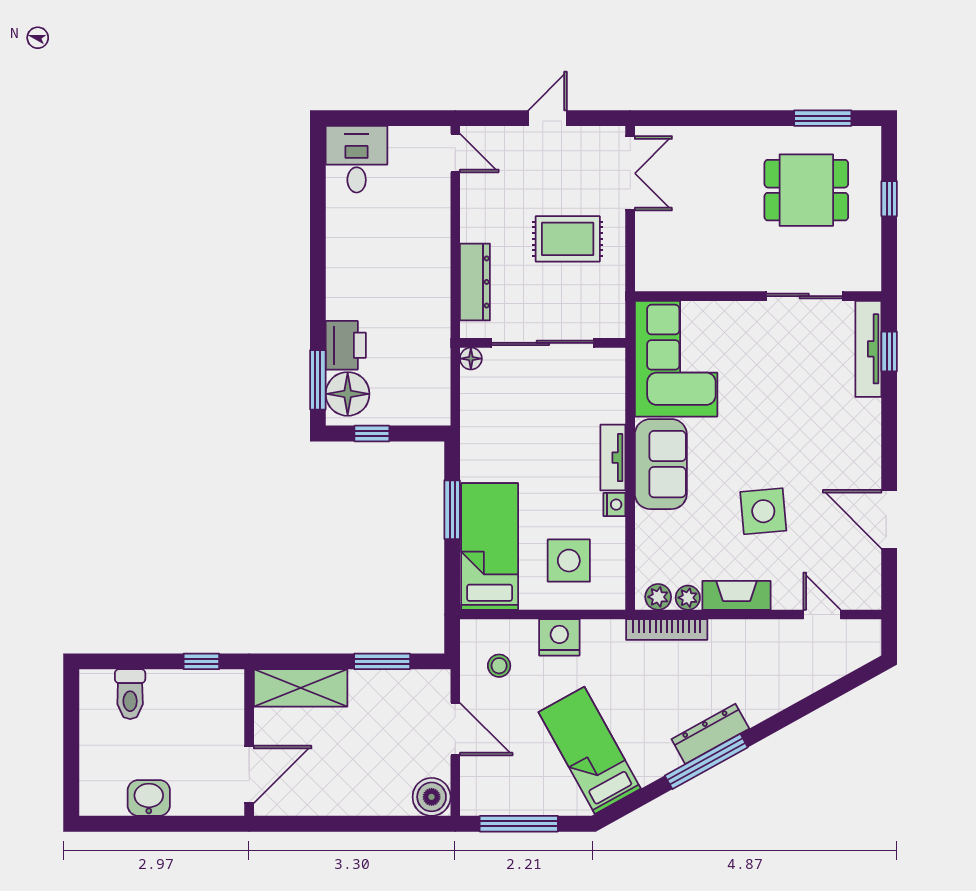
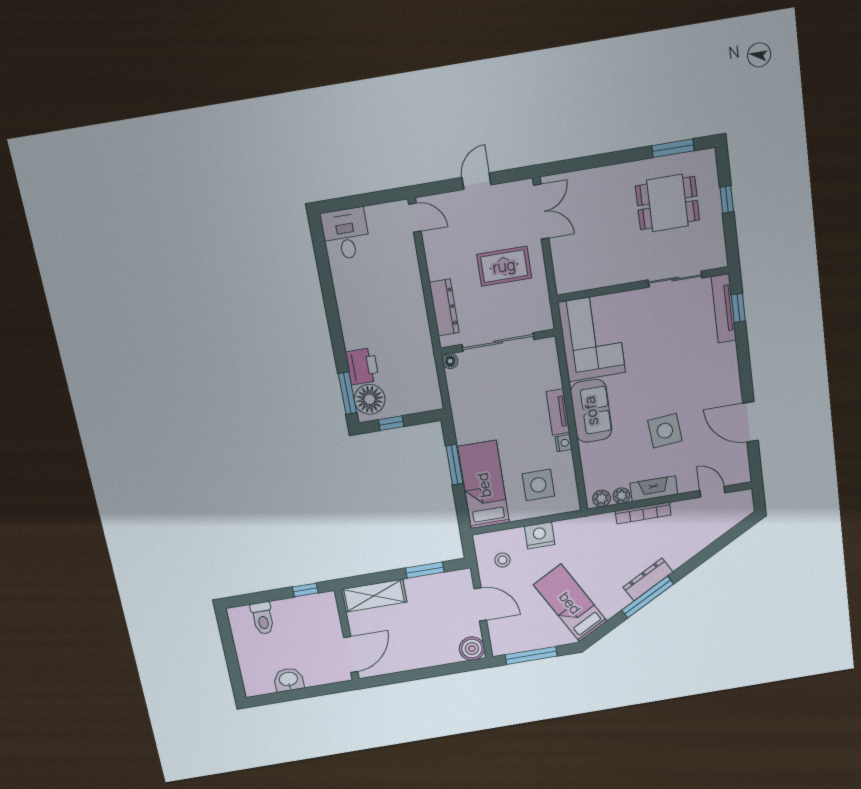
bookcase: (667, 630) -> (643, 513), moved

